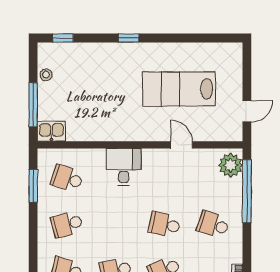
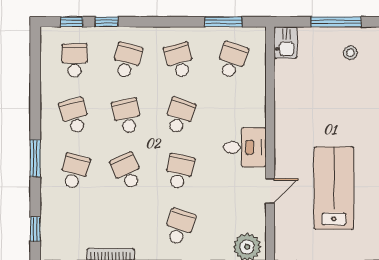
stool: (46, 75) -> (350, 53), moved
window: (33, 105) -> (336, 22), moved
desk: (124, 167) -> (245, 147), moved
school desk: (116, 224) -> (179, 116), added

